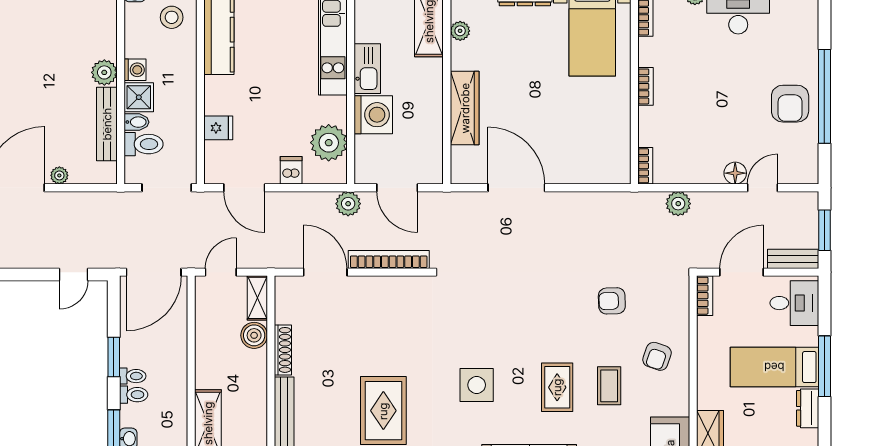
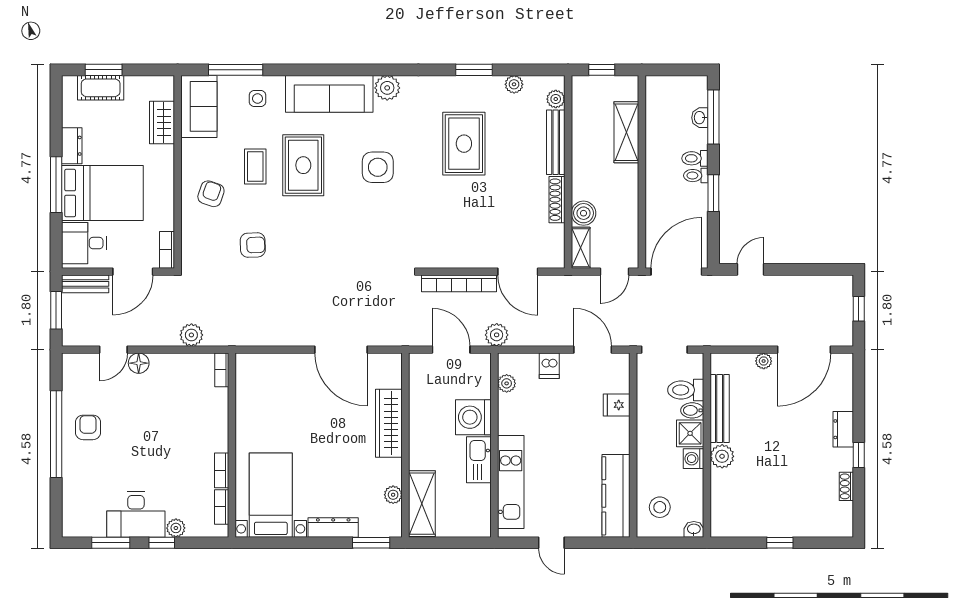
bookcase: (646, 86) -> (222, 470), moved
armchair: (790, 104) -> (88, 427), width x0.72, depth x0.72
plant: (329, 143) -> (507, 383), width x0.53, depth x0.53
bed: (774, 367) -> (102, 193), width x1.50
rug: (557, 387) -> (303, 165), width x1.36, depth x1.43

